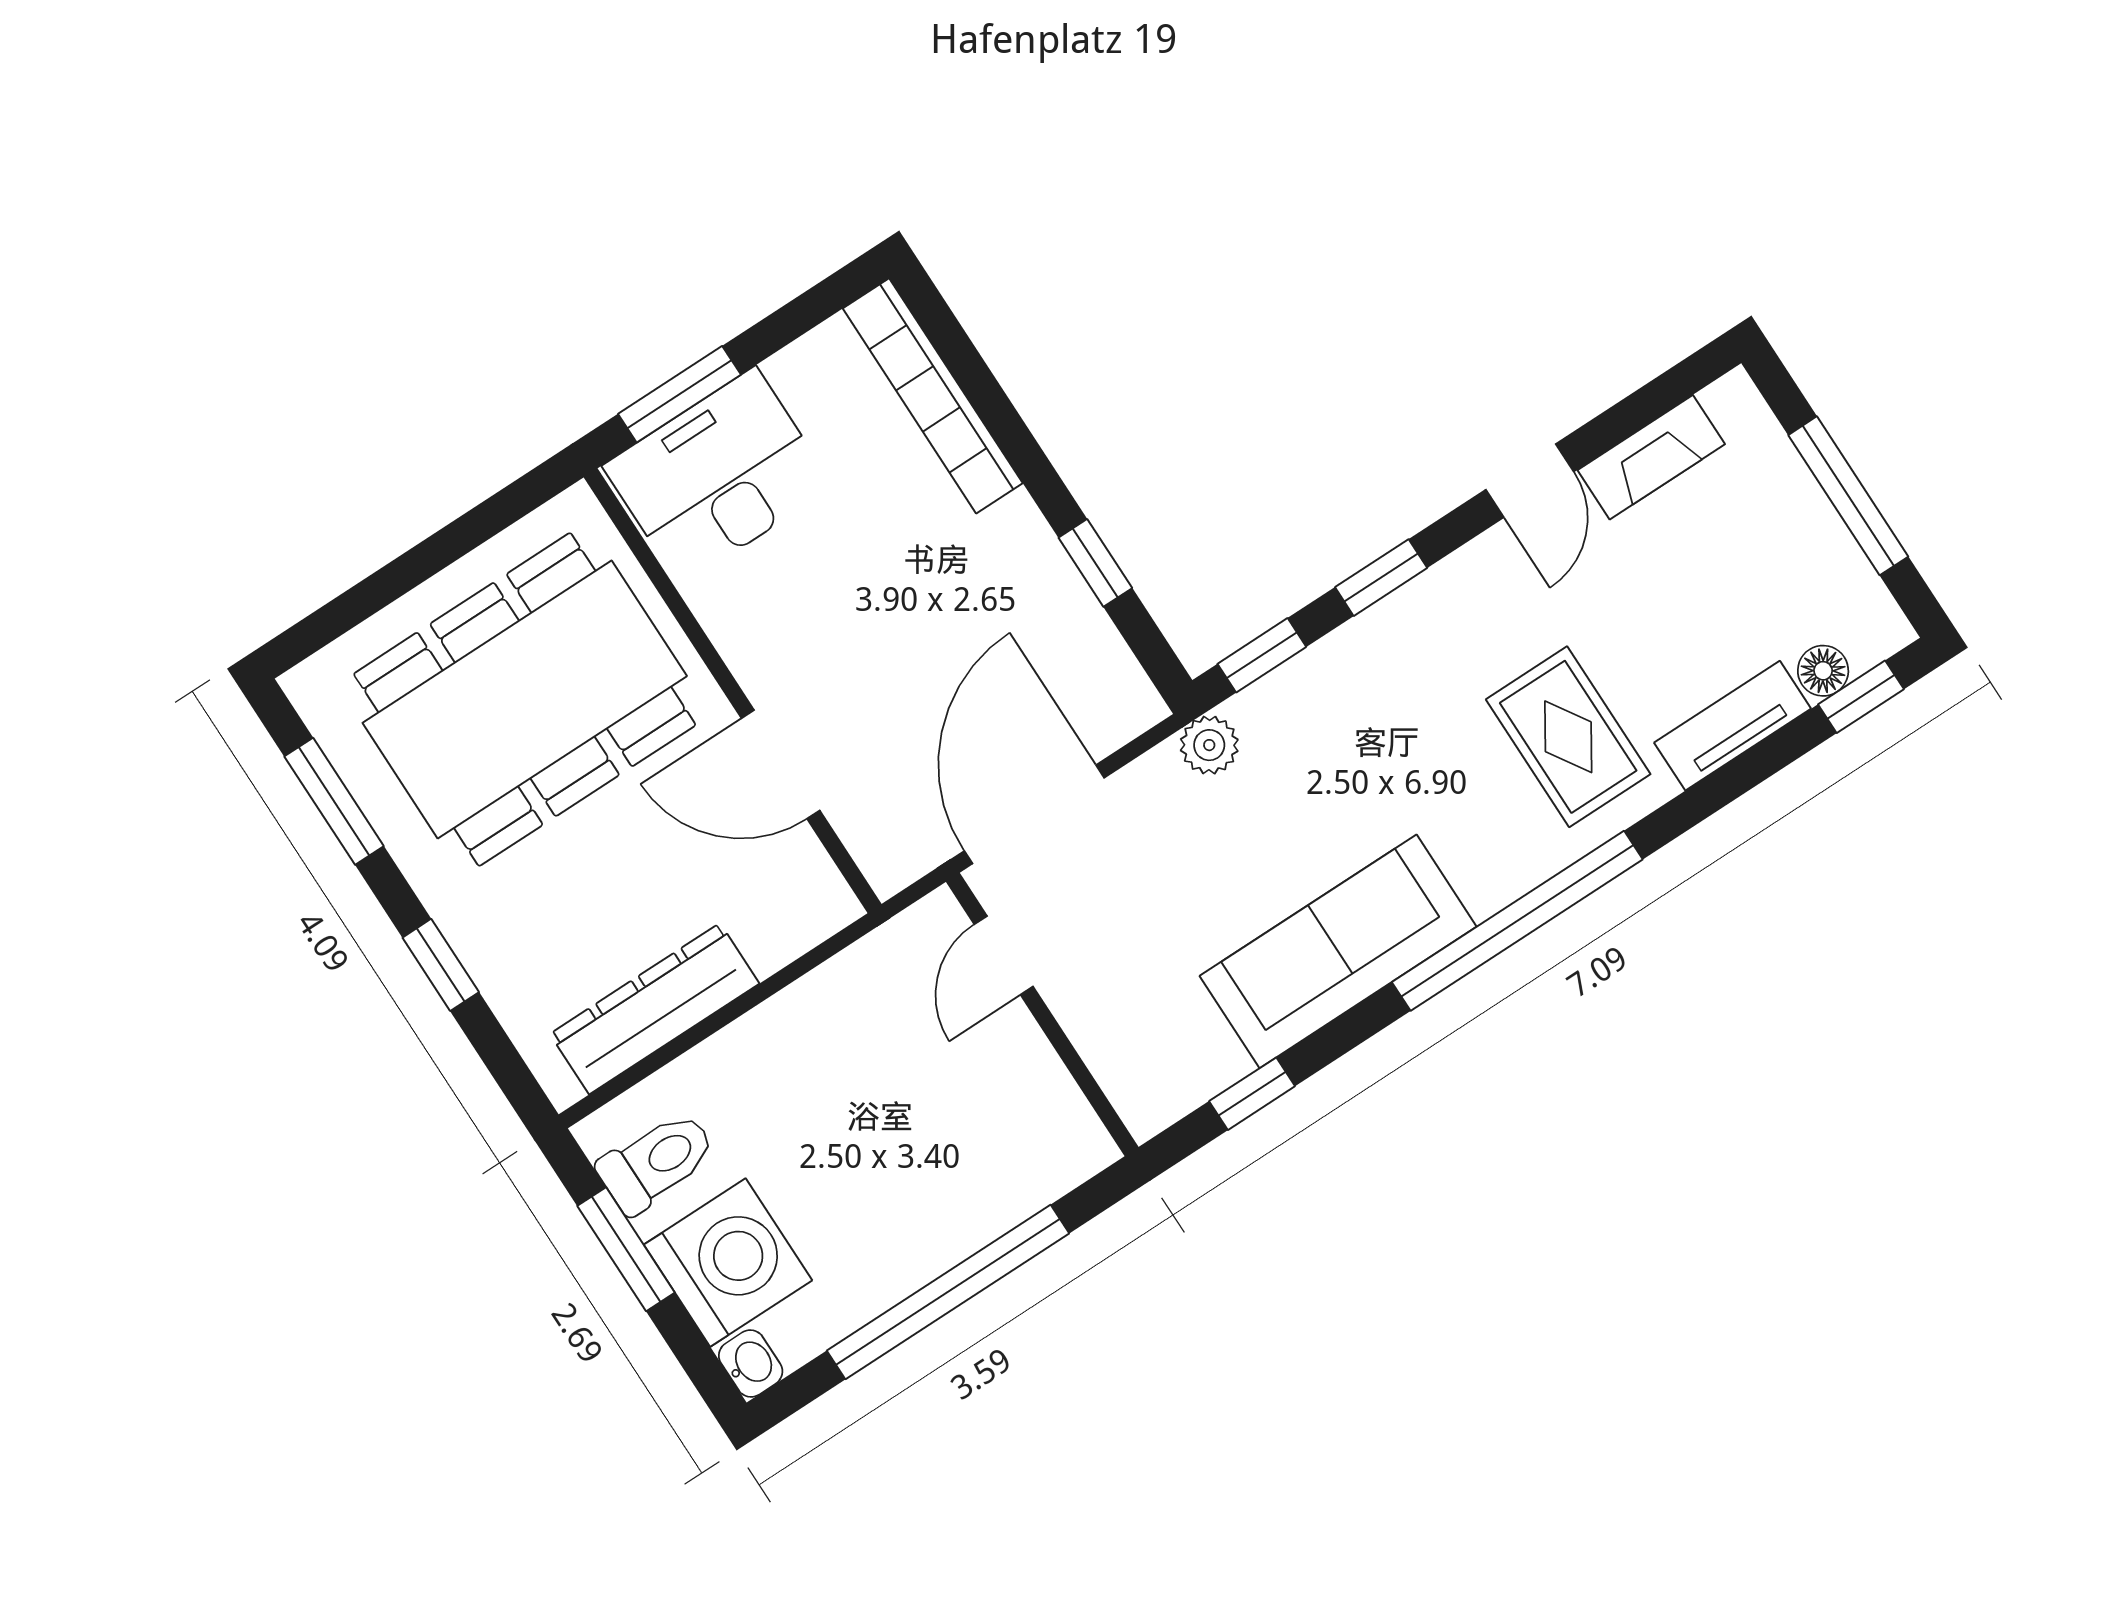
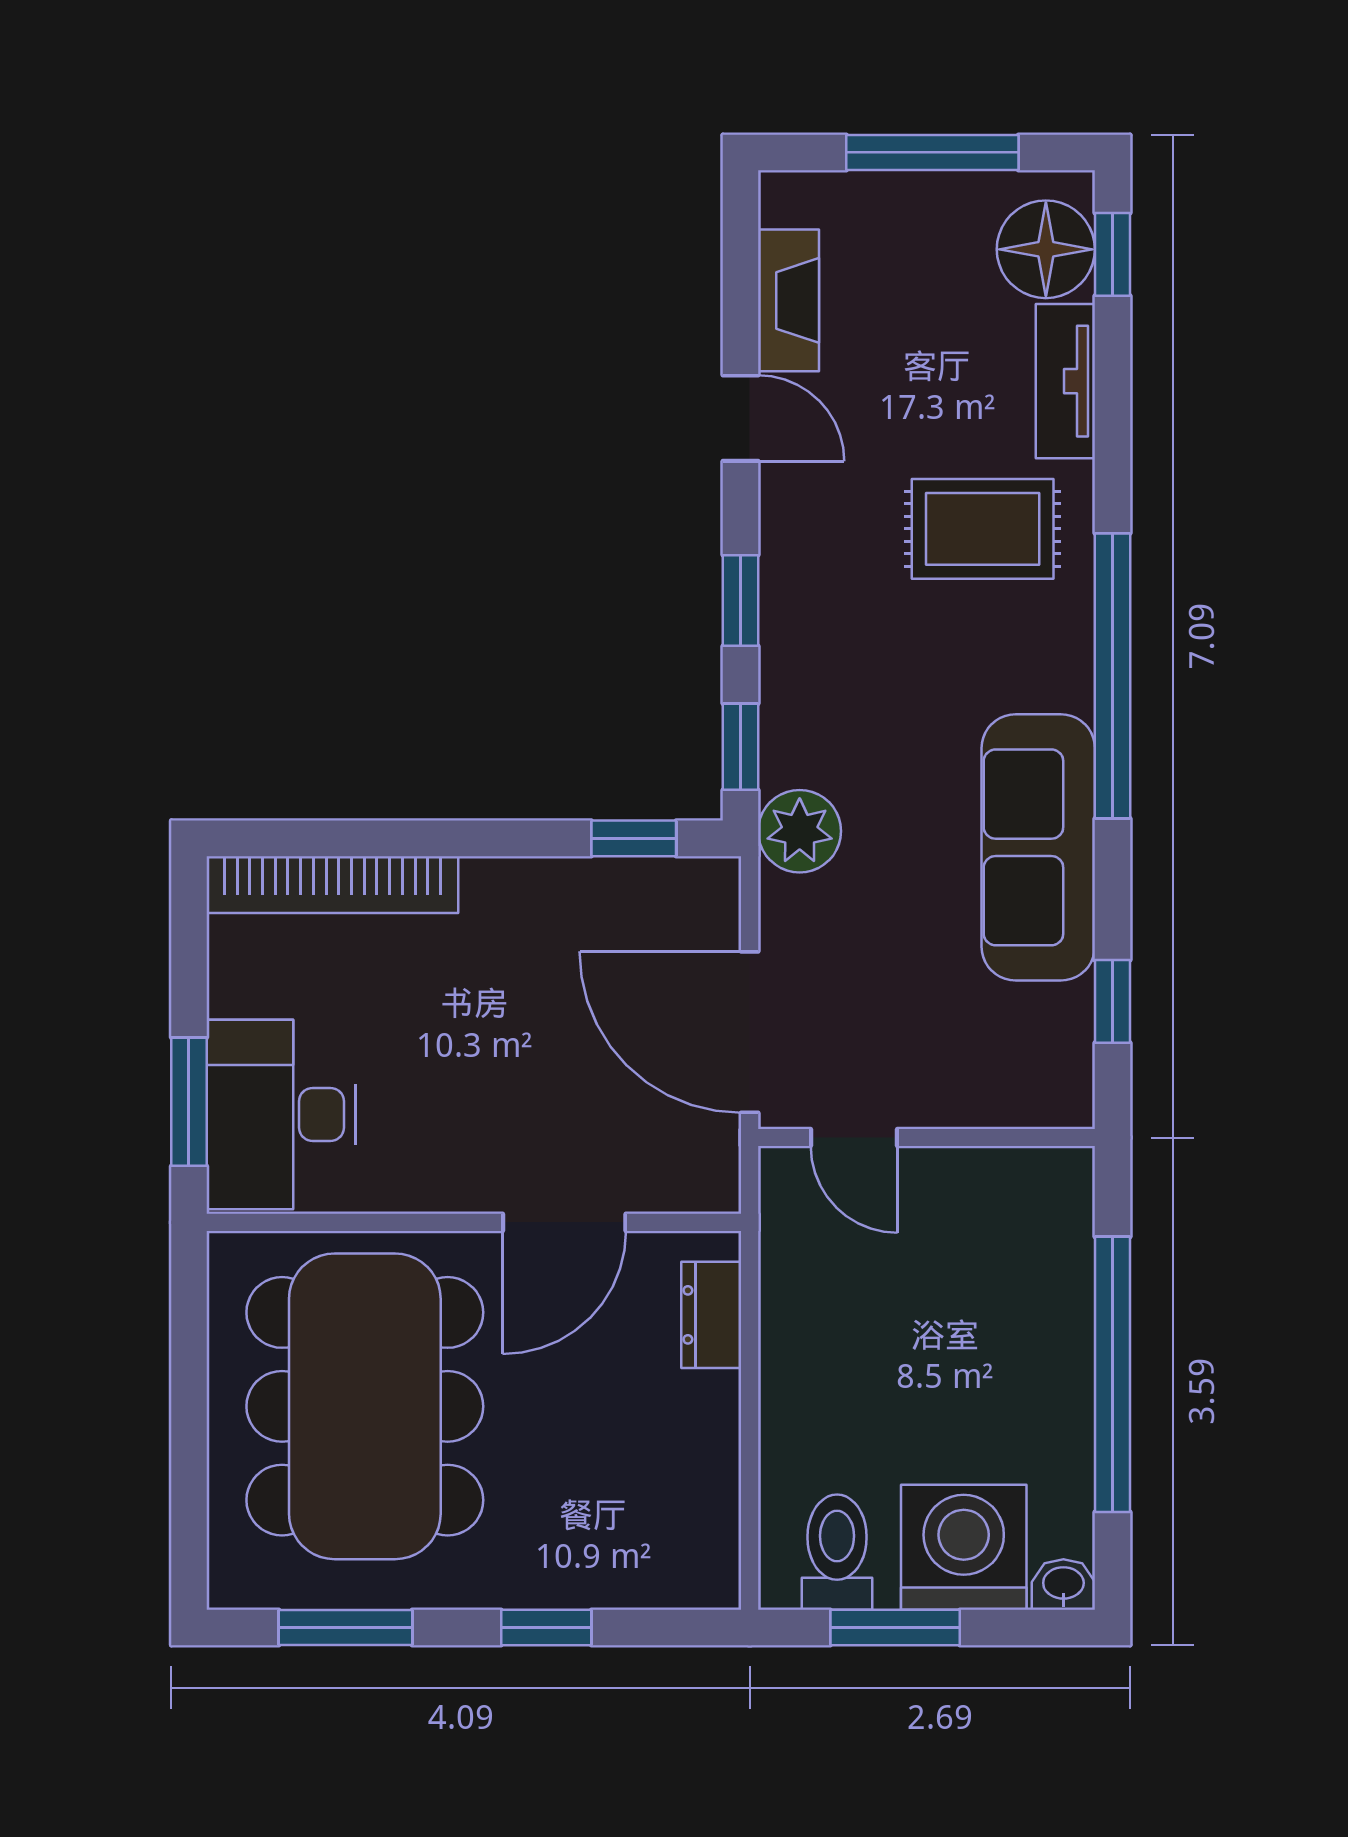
window: (1095, 563) -> (634, 838), moved
floor lamp: (1823, 671) -> (1046, 249), width x1.89, depth x1.89
plant: (1209, 745) -> (800, 831), width x1.38, depth x1.38
dresser: (655, 1009) -> (711, 1315), moved, width x0.51, depth x0.80

